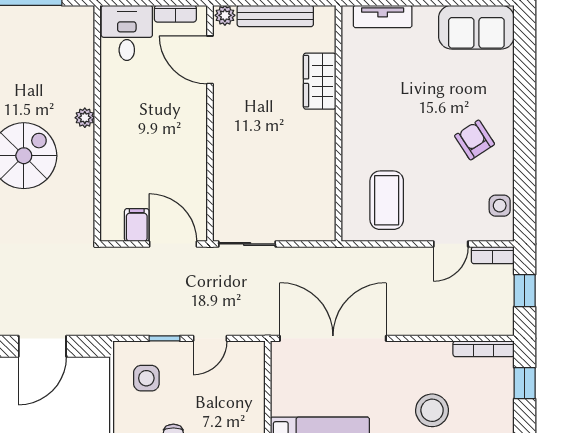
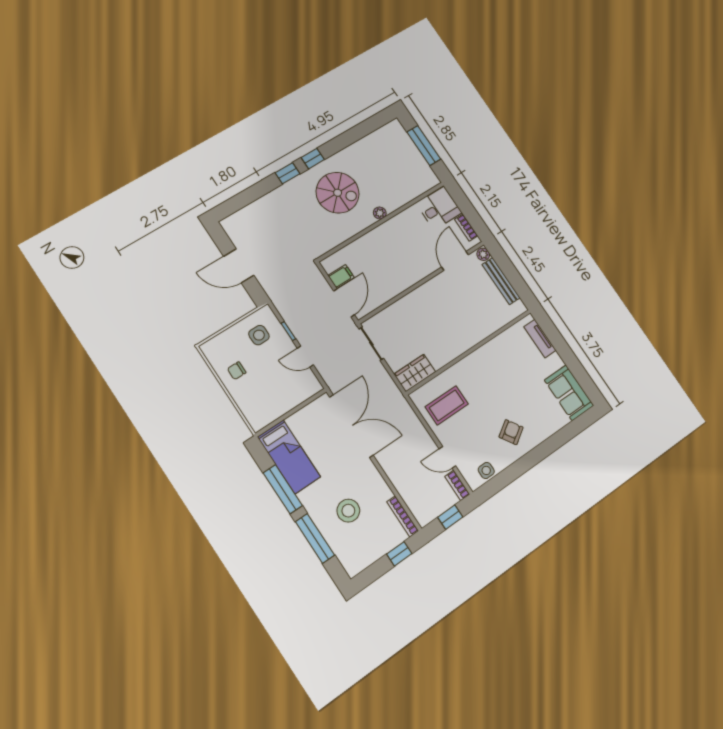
wardrobe: (320, 81) -> (415, 373), moved

